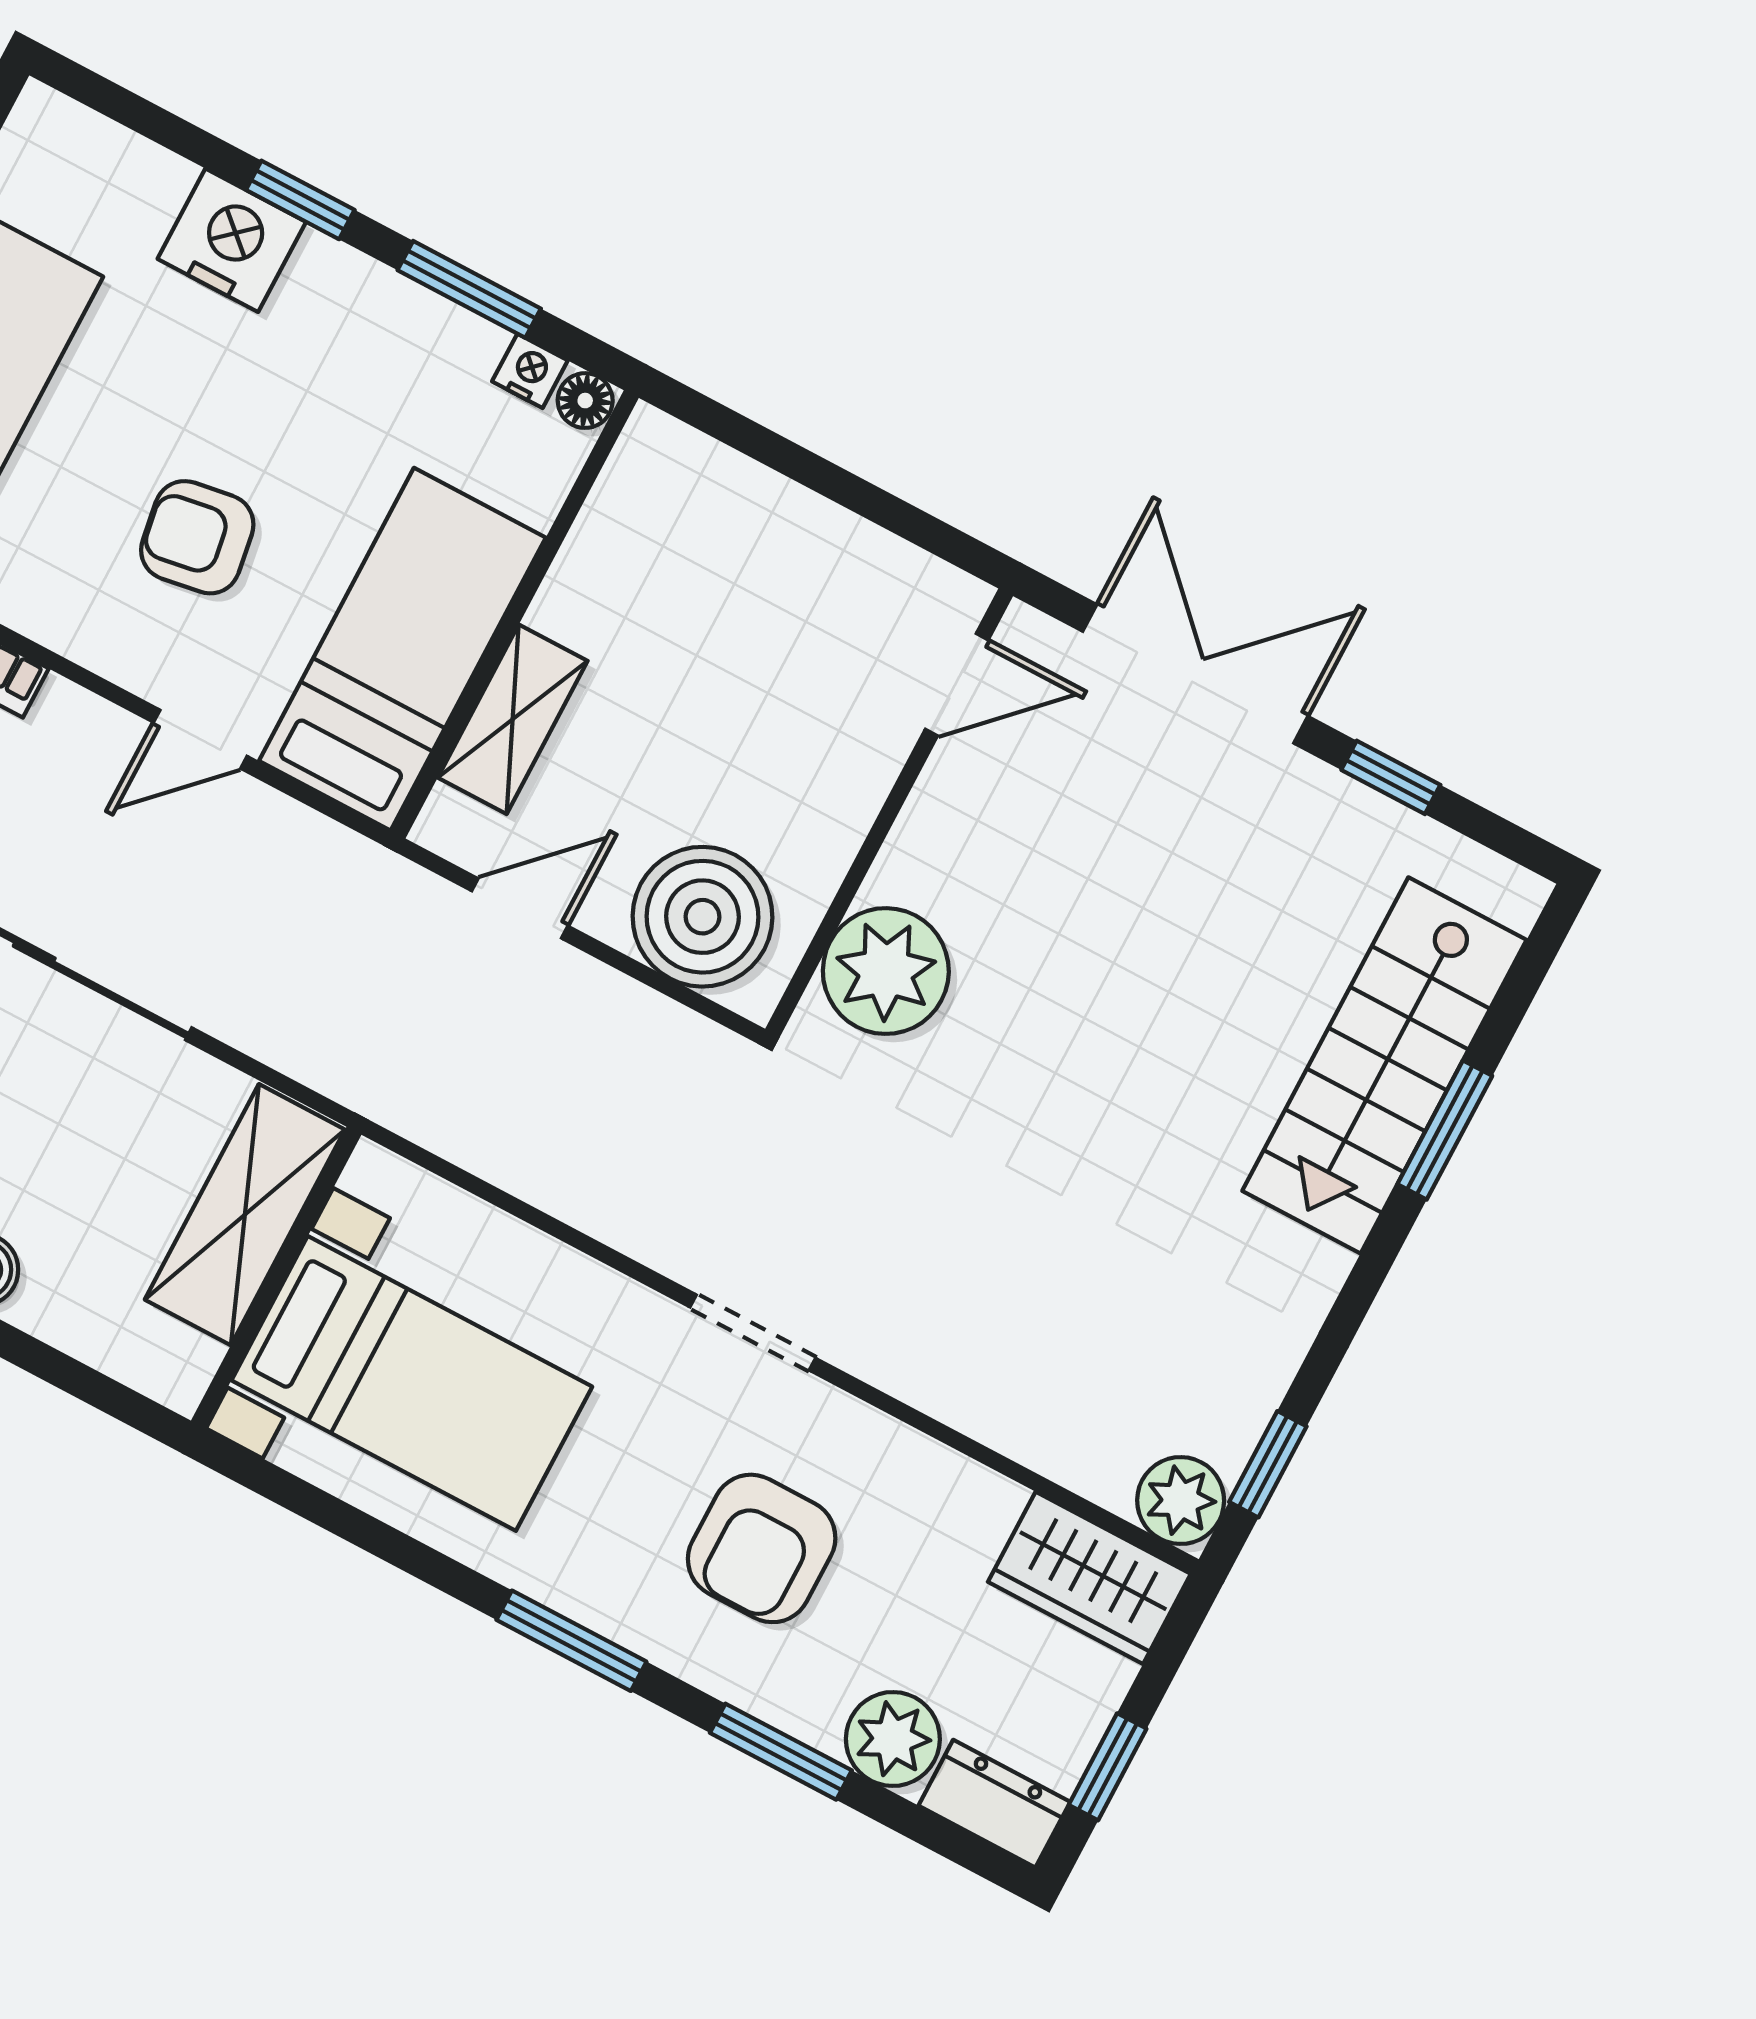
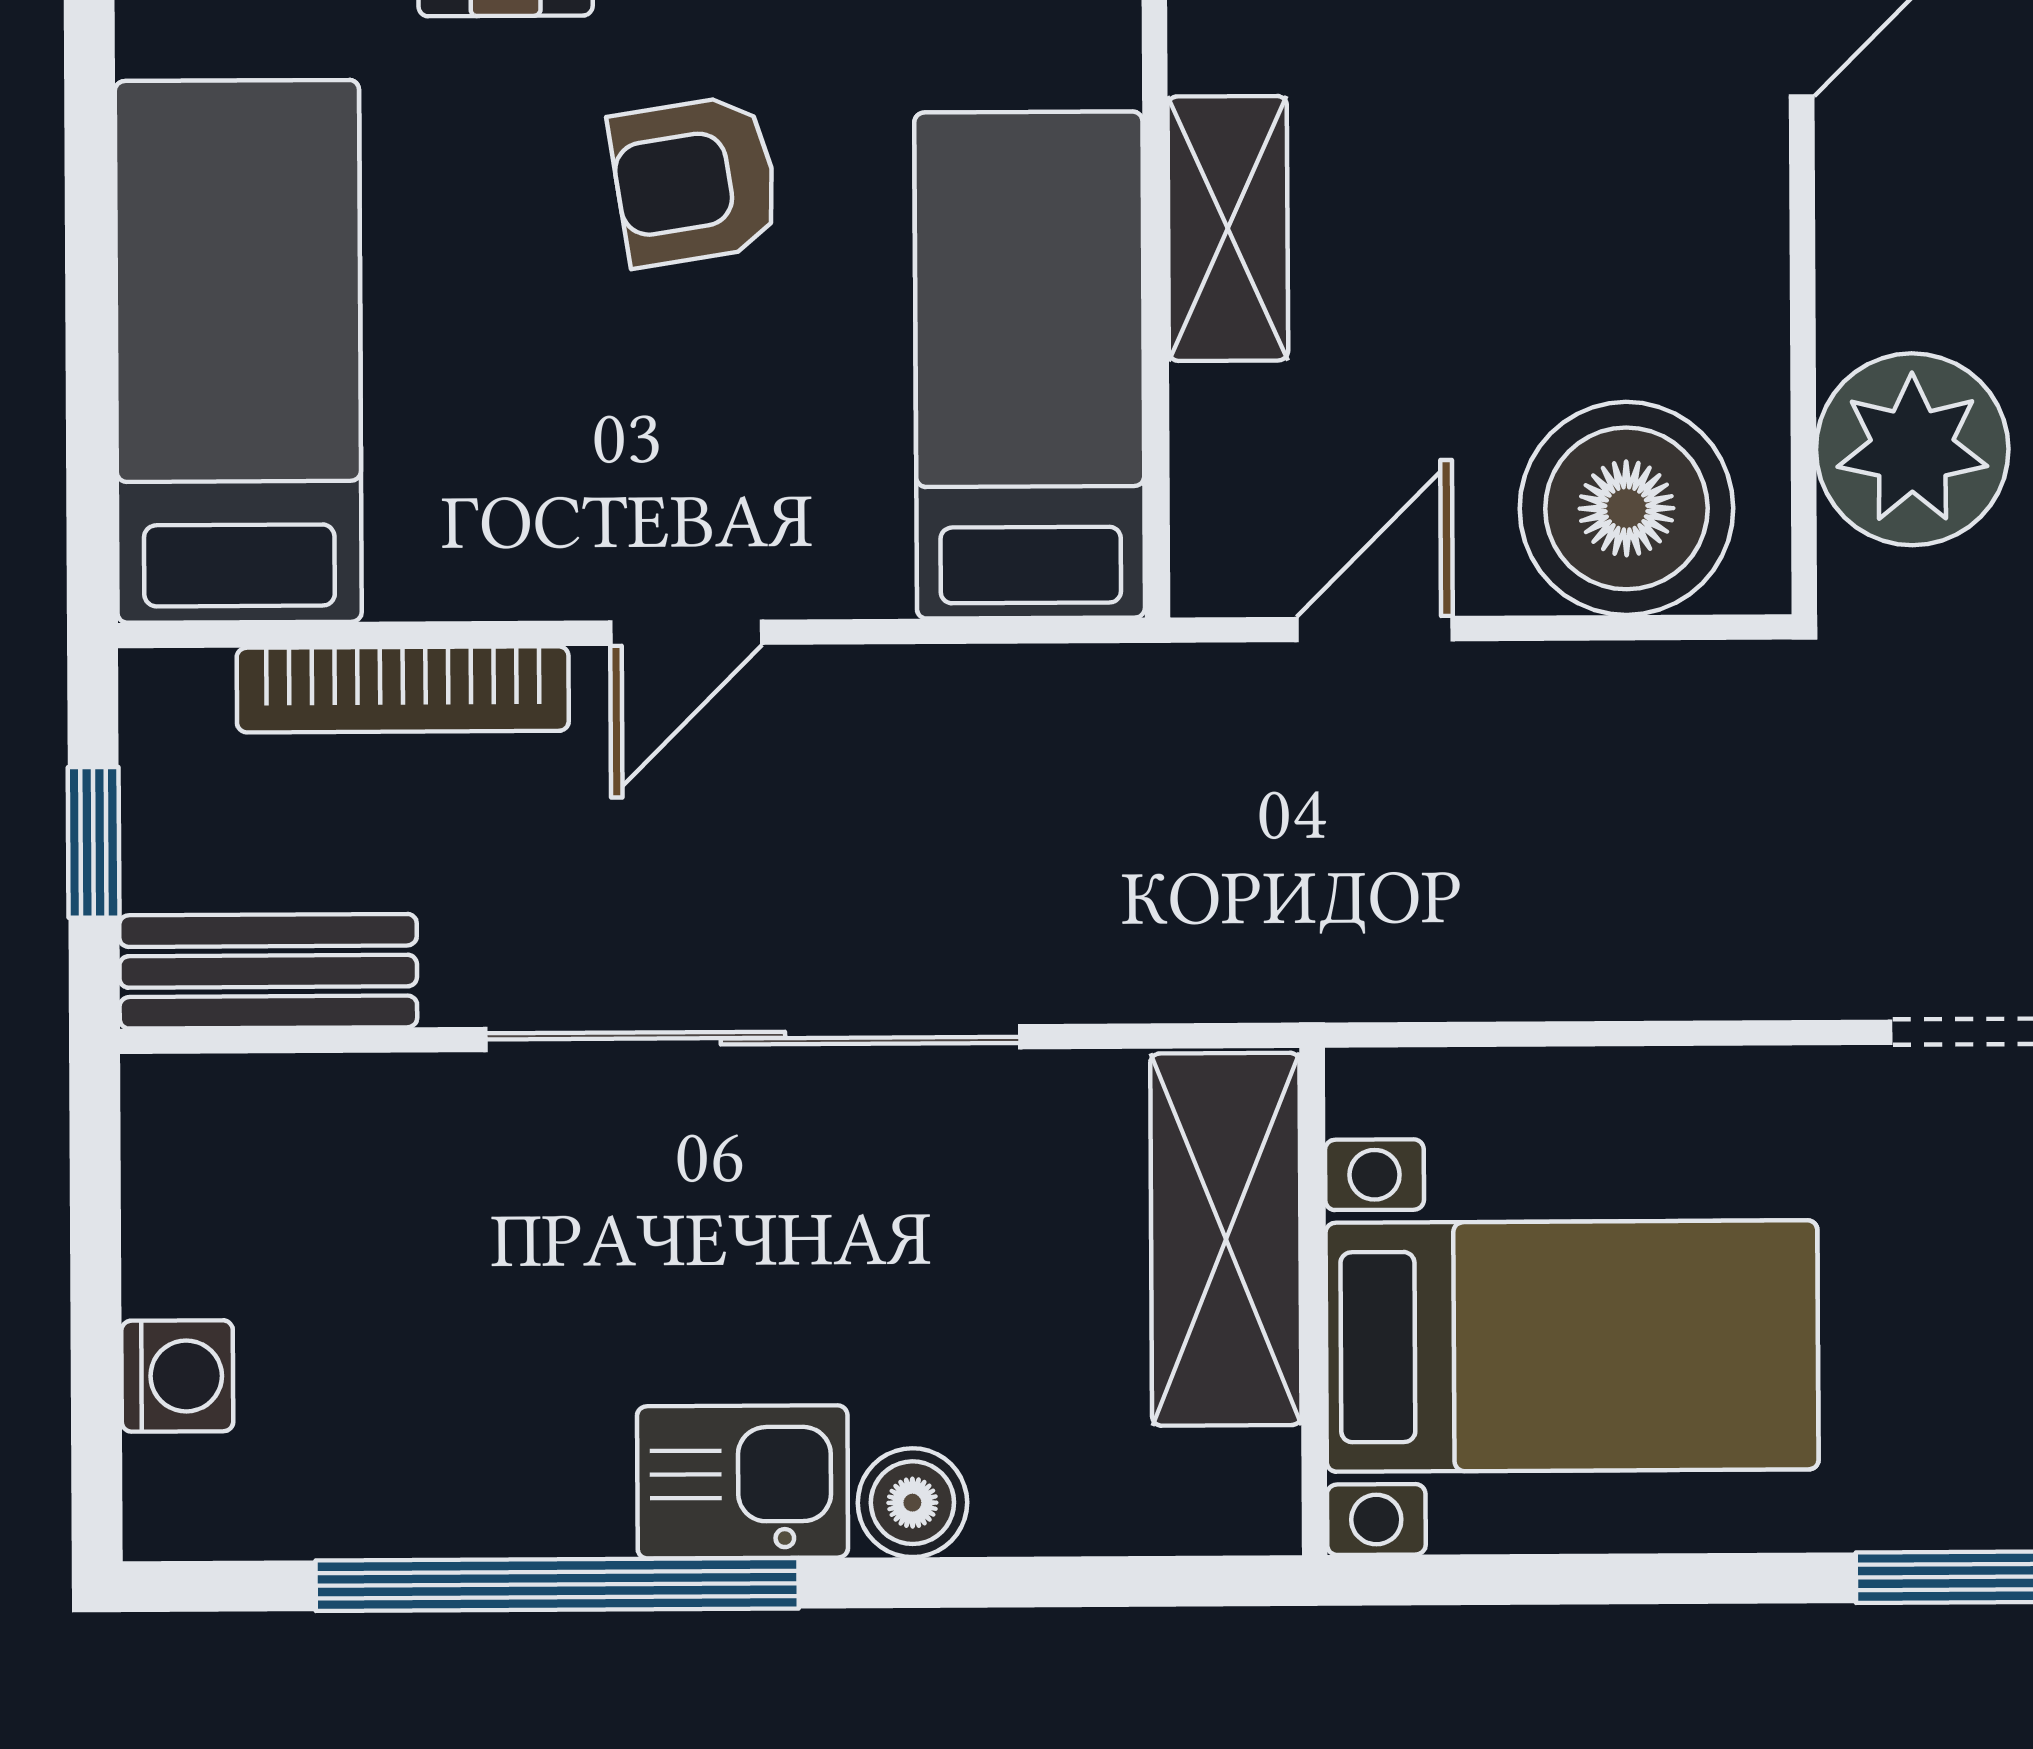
armchair: (197, 537) -> (695, 181), moved
shelving: (513, 719) -> (1228, 228), moved
door: (200, 739) -> (686, 633), moved

